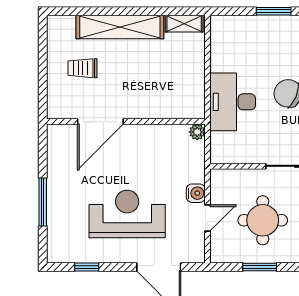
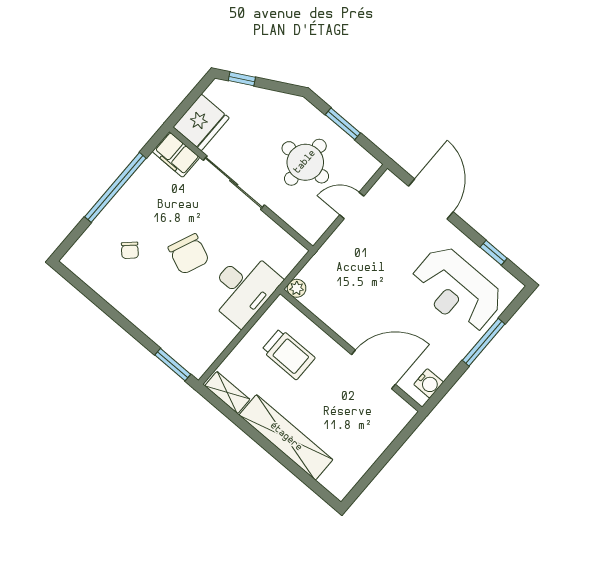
window: (274, 11) -> (173, 365), moved
trolley: (83, 68) -> (288, 354), moved, width x1.36, depth x1.39
water cooler: (196, 193) -> (429, 383), moved, turned 180
reception desk: (127, 214) -> (457, 290), moved

